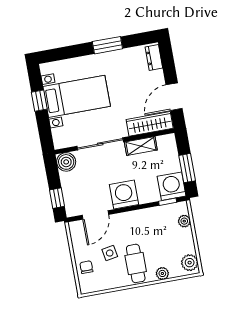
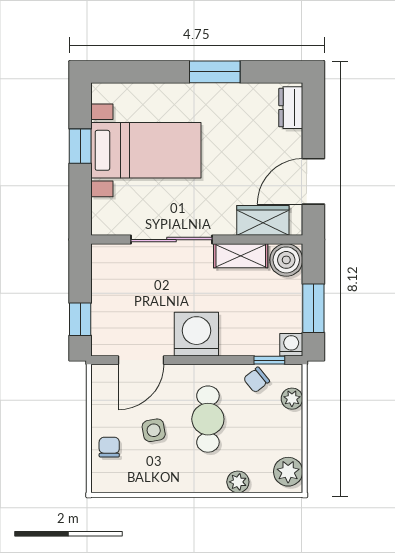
wardrobe: (150, 124) -> (263, 220), width x0.67
boiler: (66, 162) -> (286, 260), moved
washing machine: (172, 186) -> (291, 345), width x0.53, depth x0.53
chair: (162, 214) -> (256, 380), added
cafe table: (136, 263) -> (208, 419), moved

